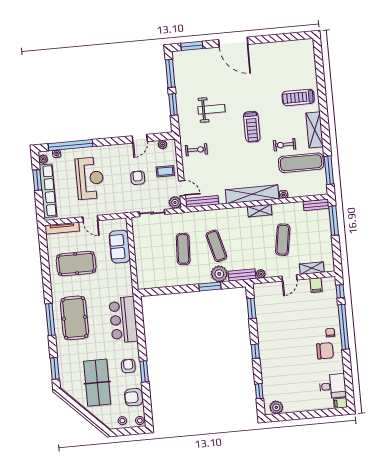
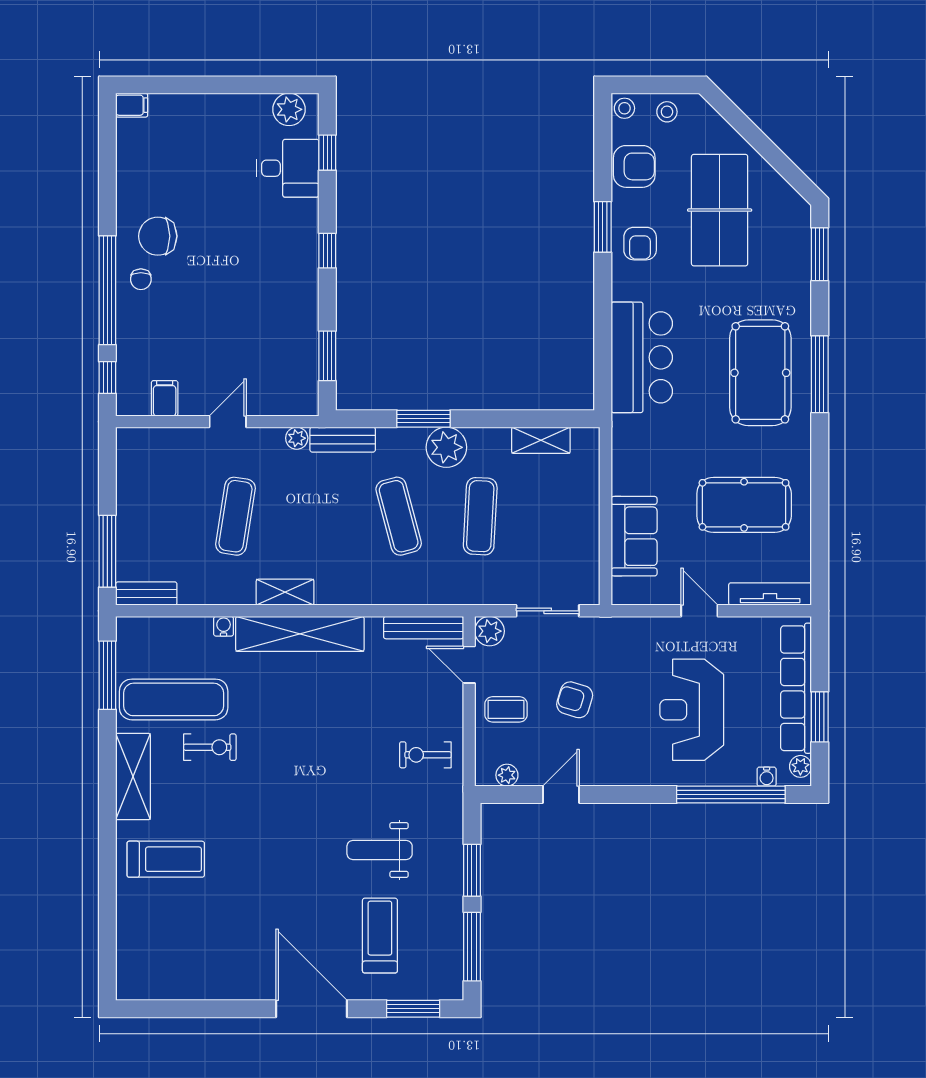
treadmill: (252, 127) -> (380, 936), moved
armchair: (138, 178) -> (575, 700), turned 107
shelving: (312, 268) -> (541, 440), moved
plant: (219, 274) -> (446, 447), moved
desk: (333, 386) -> (288, 168), moved, turned 180

